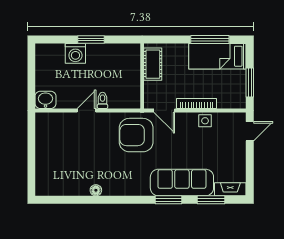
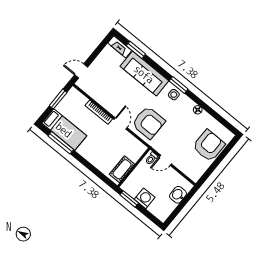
cot: (153, 64) -> (122, 169), moved
wall: (142, 76) -> (134, 167), moved
washbasin: (46, 100) -> (178, 195), moved, turned 90
side table: (205, 121) -> (174, 95), moved
armchair: (54, 163) -> (209, 146), added
window: (168, 200) -> (179, 85), moved

